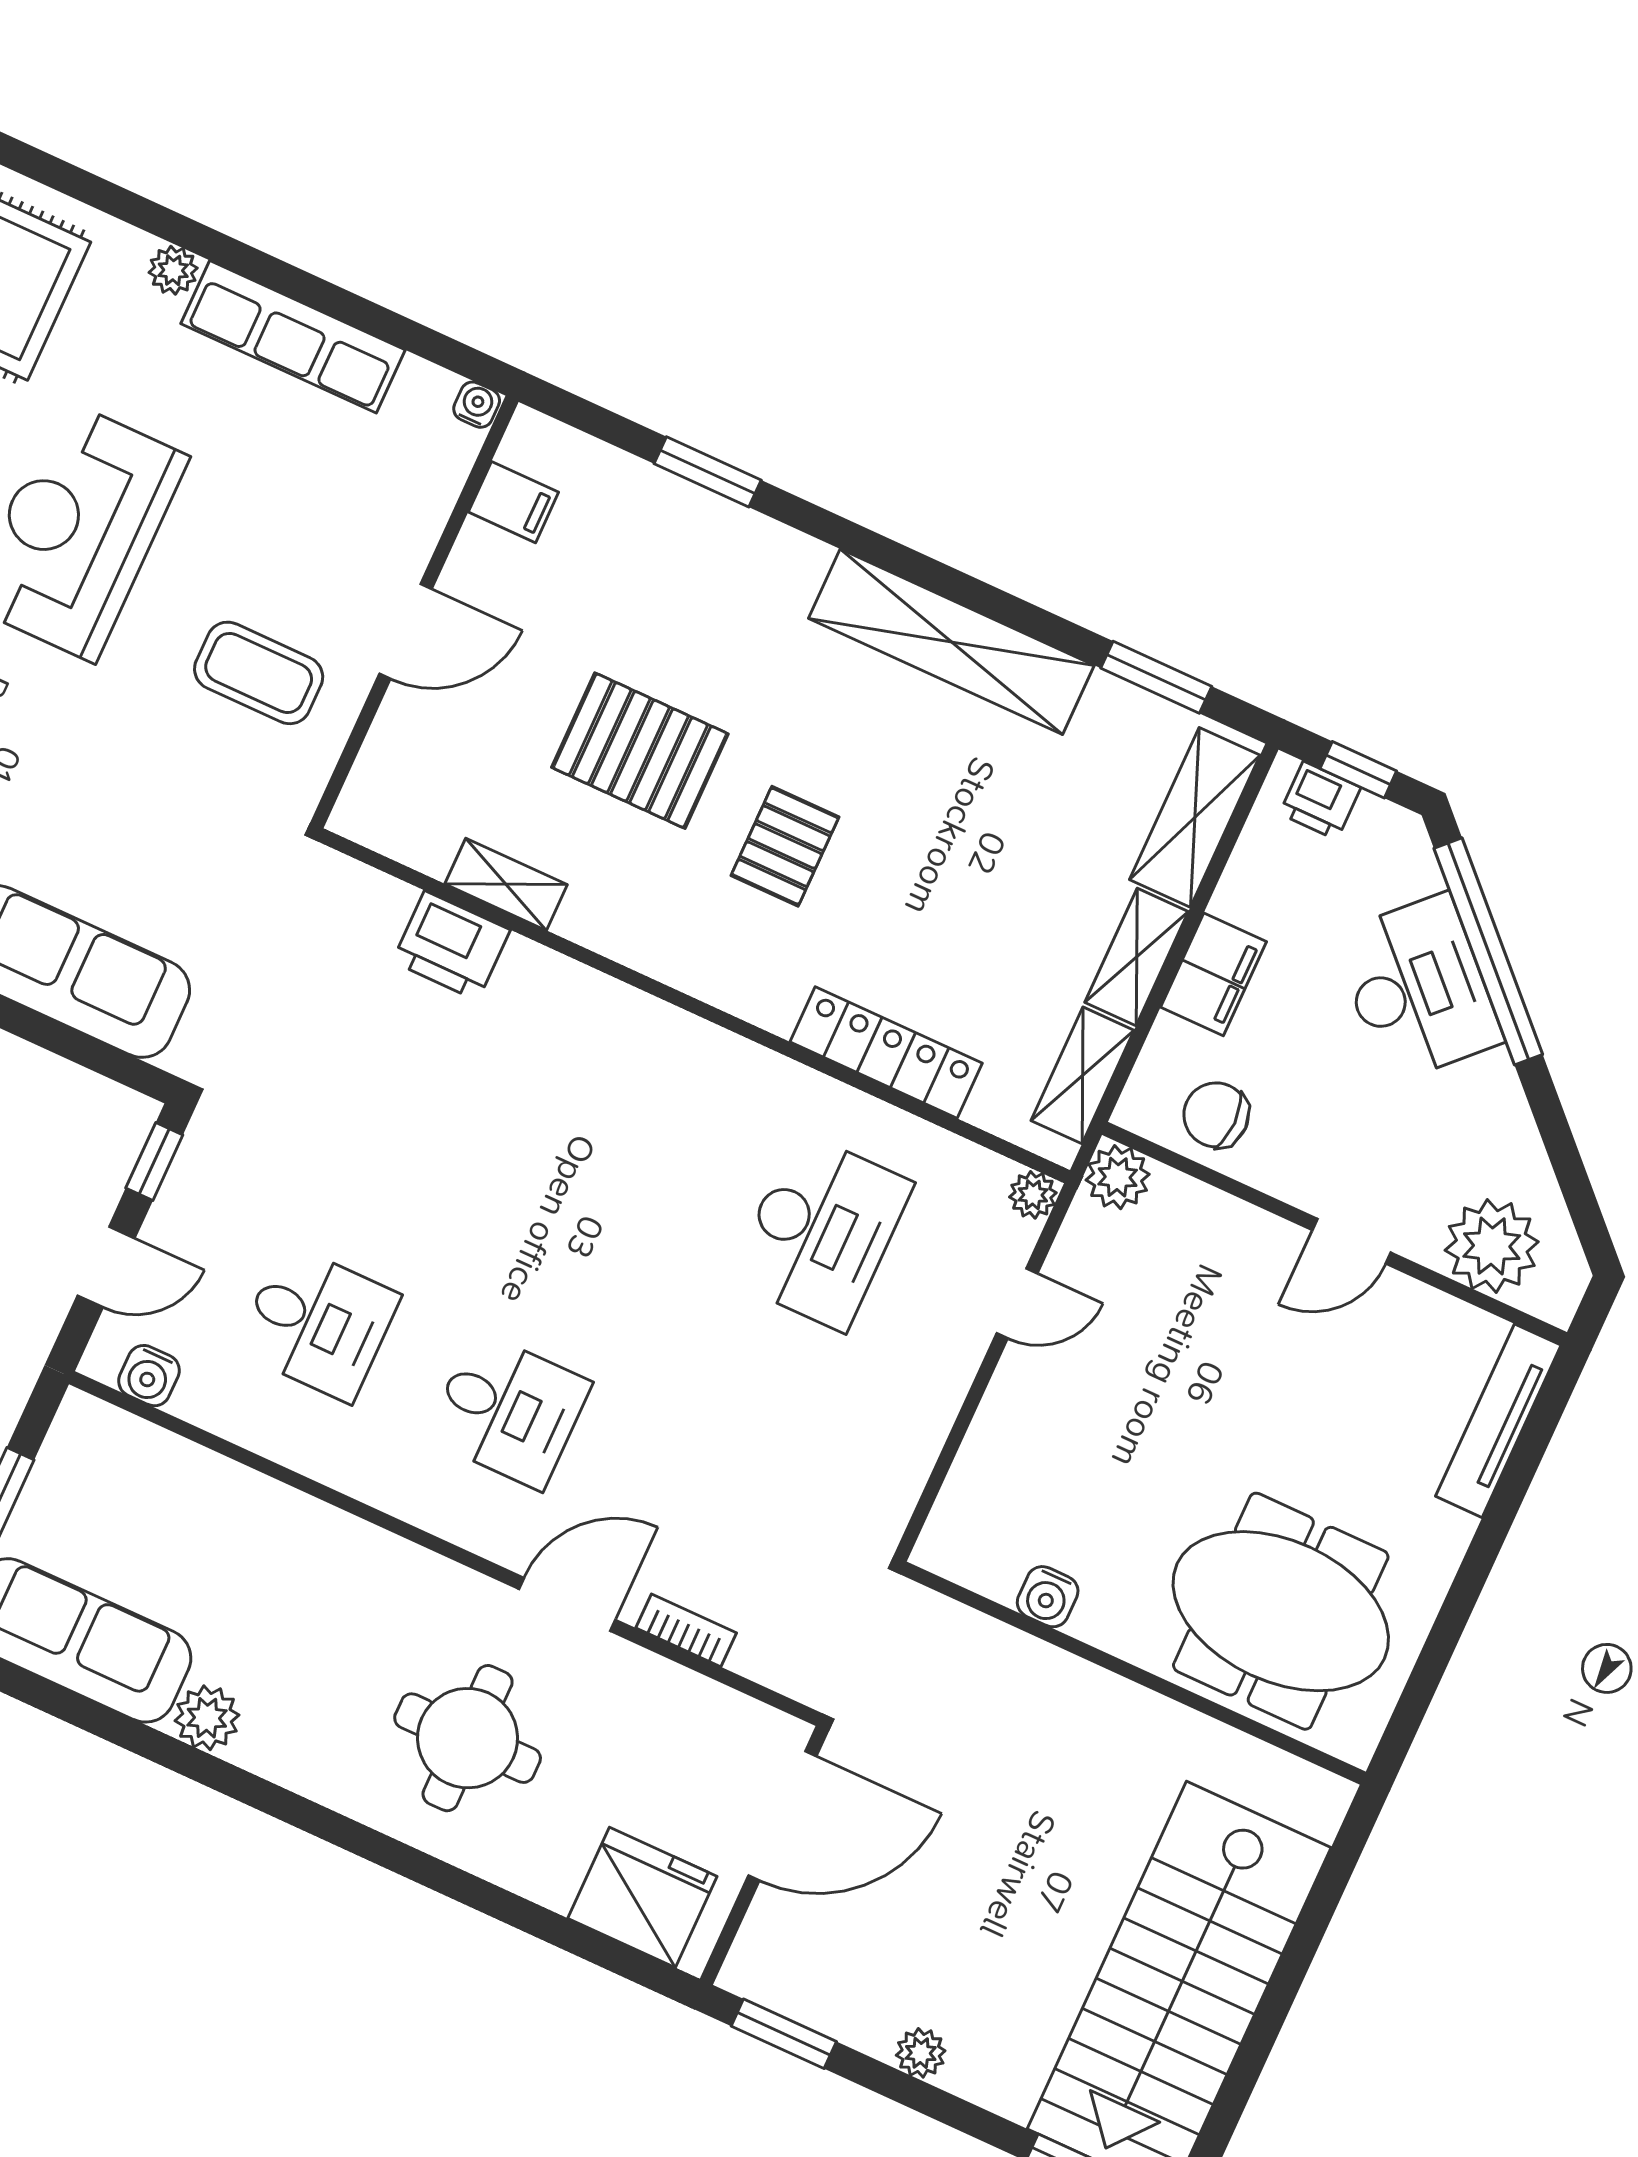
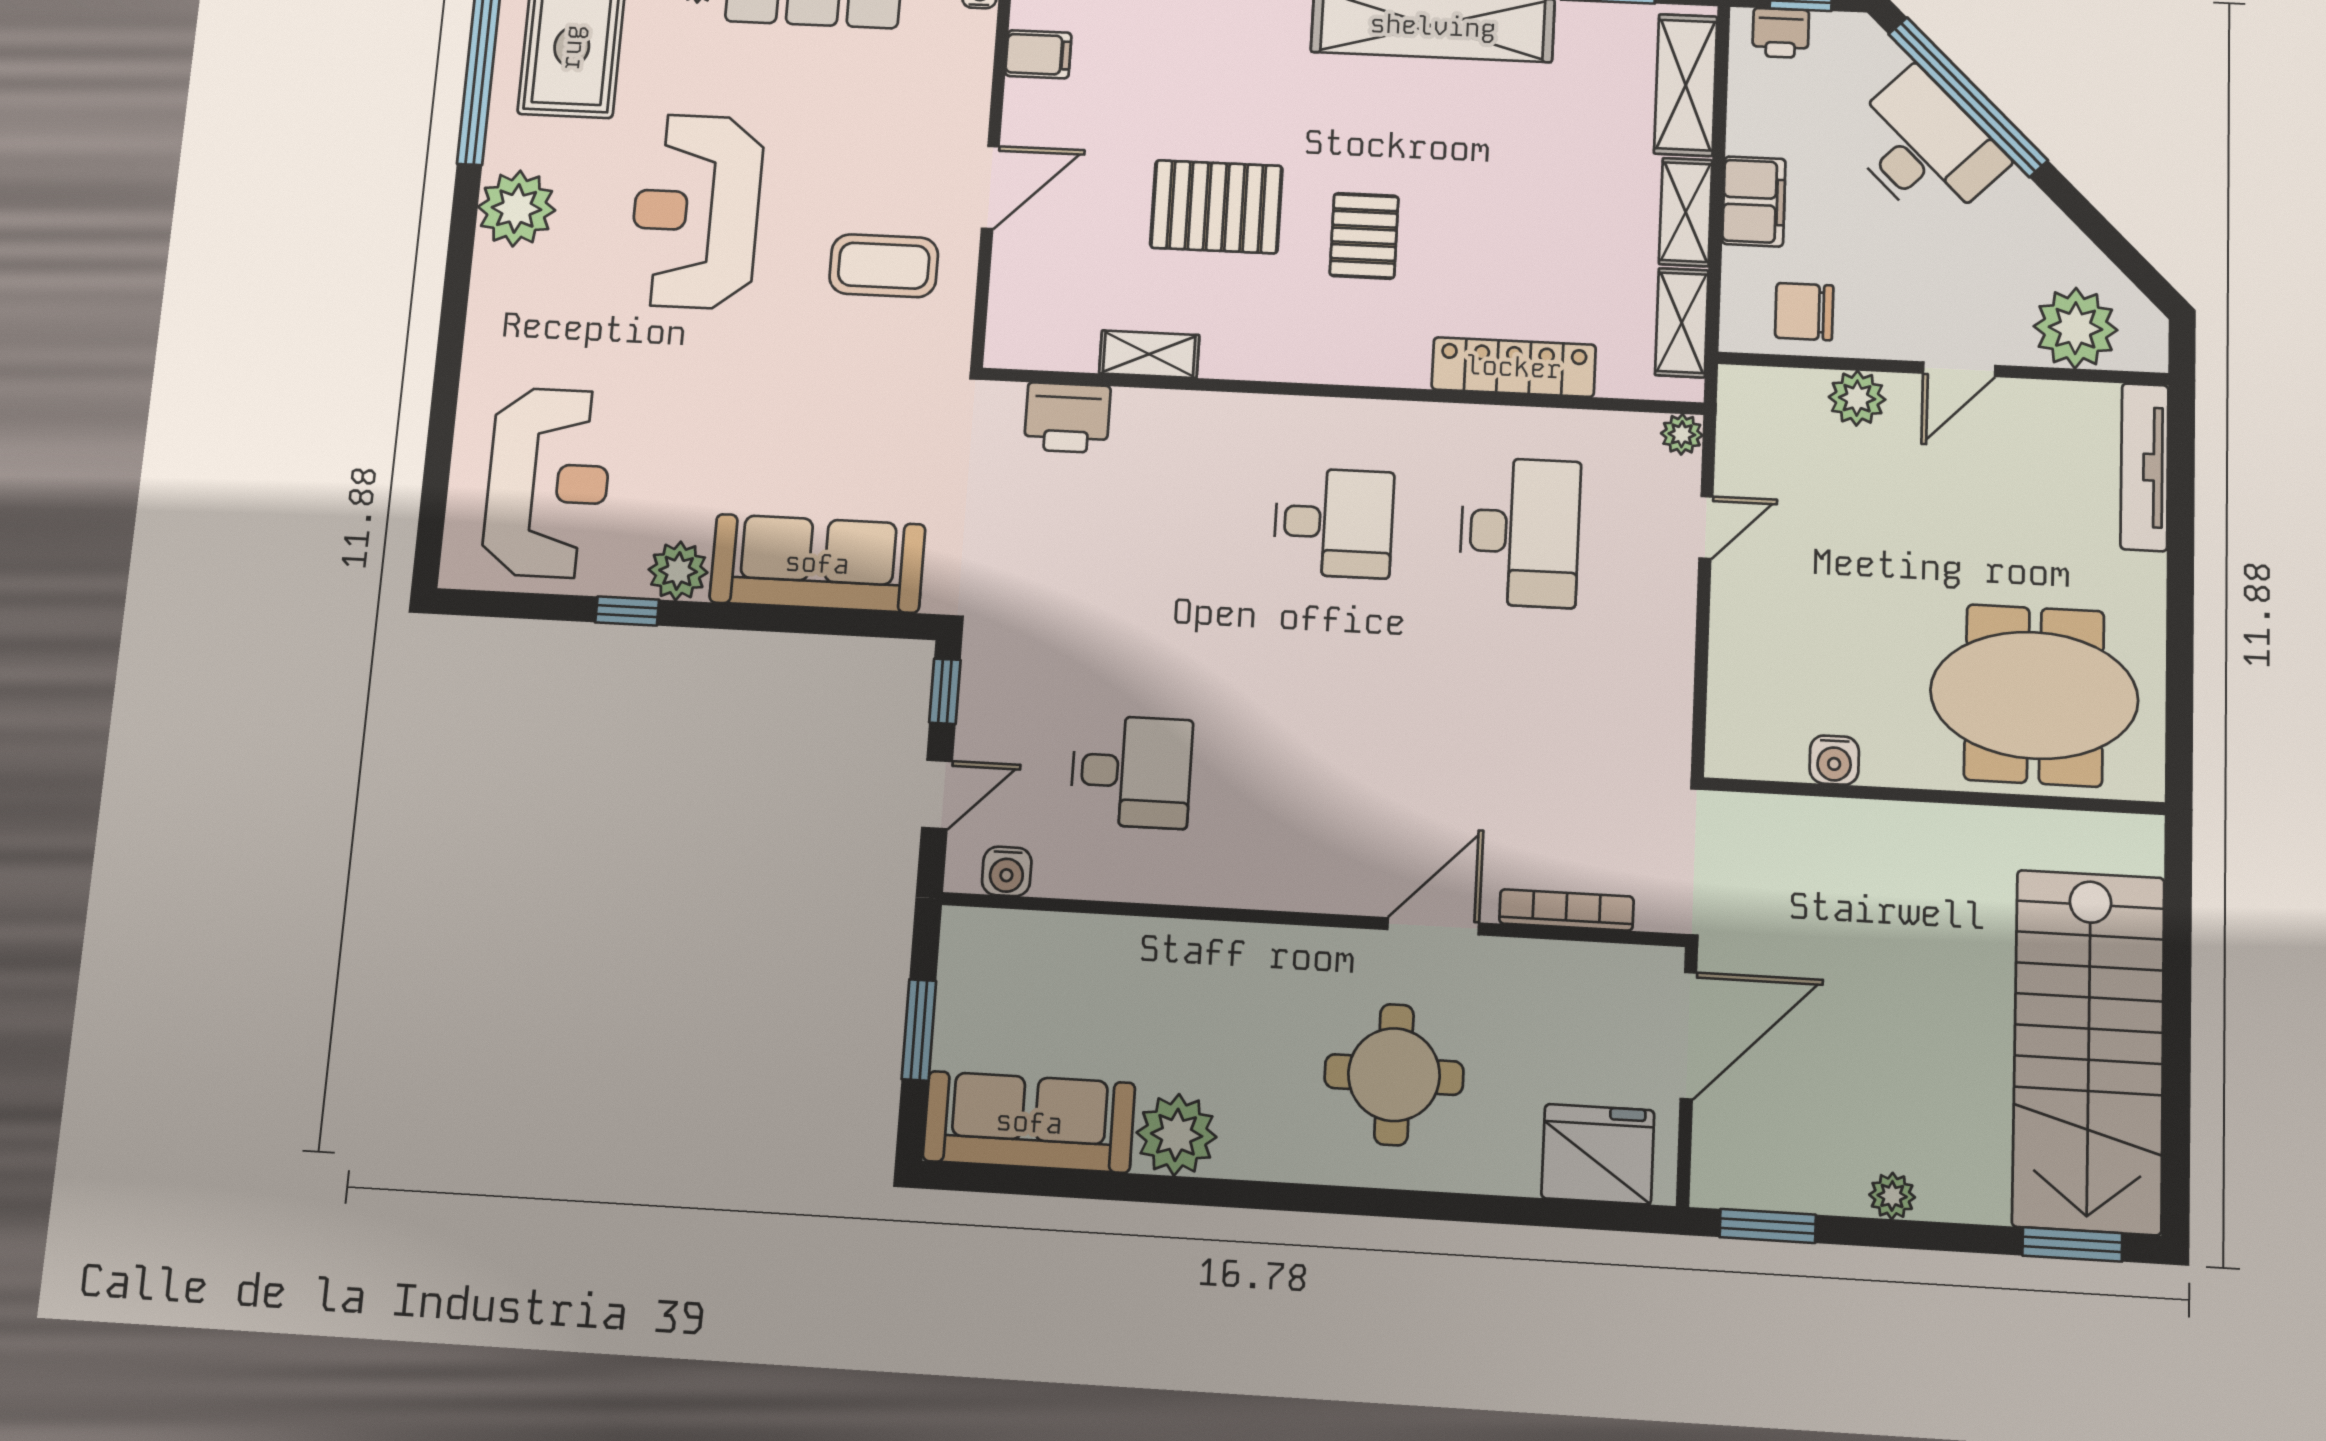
printer: (451, 946) -> (1067, 418), moved
plant: (1118, 1177) -> (1857, 398), moved
desk: (508, 1410) -> (1334, 523), moved
bookcase: (686, 1630) -> (1566, 910), width x1.56
plant: (207, 1718) -> (1177, 1135), width x1.36, depth x1.36

